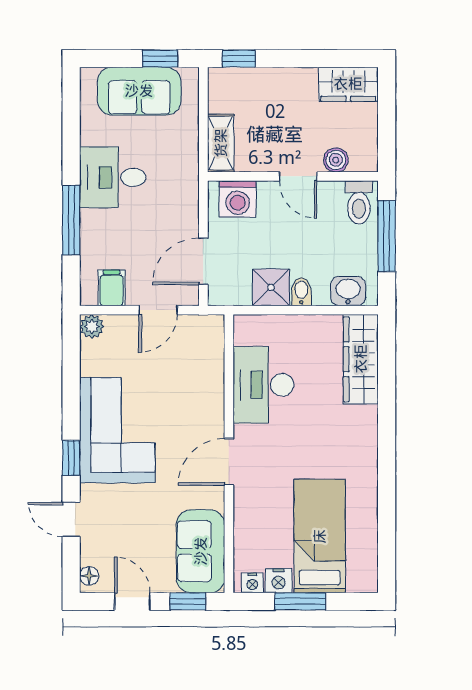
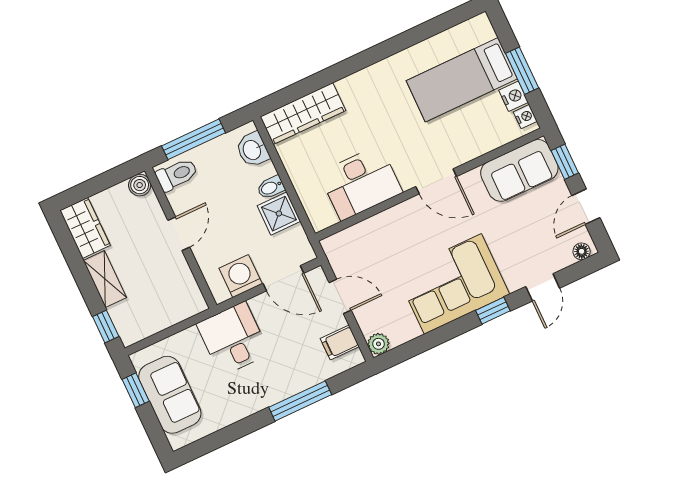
shelving: (221, 143) -> (105, 279), moved, turned 90
boiler: (336, 160) -> (140, 185), moved
desk: (113, 177) -> (233, 339), moved, turned 180
washing machine: (238, 199) -> (241, 276), moved, turned -90

